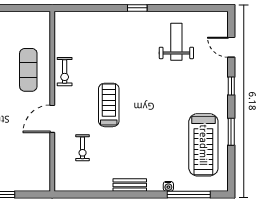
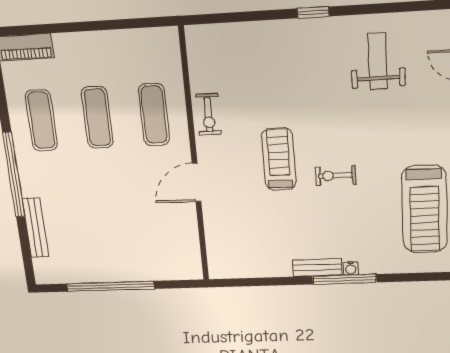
exercise bike: (83, 148) -> (336, 176), moved, turned 90
water cooler: (168, 186) -> (351, 268), moved
window: (189, 194) -> (344, 279), moved

